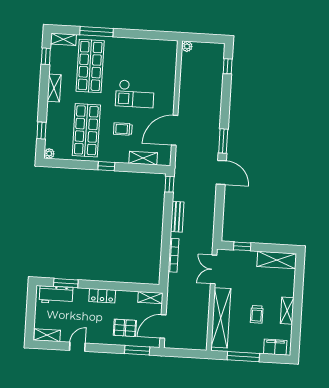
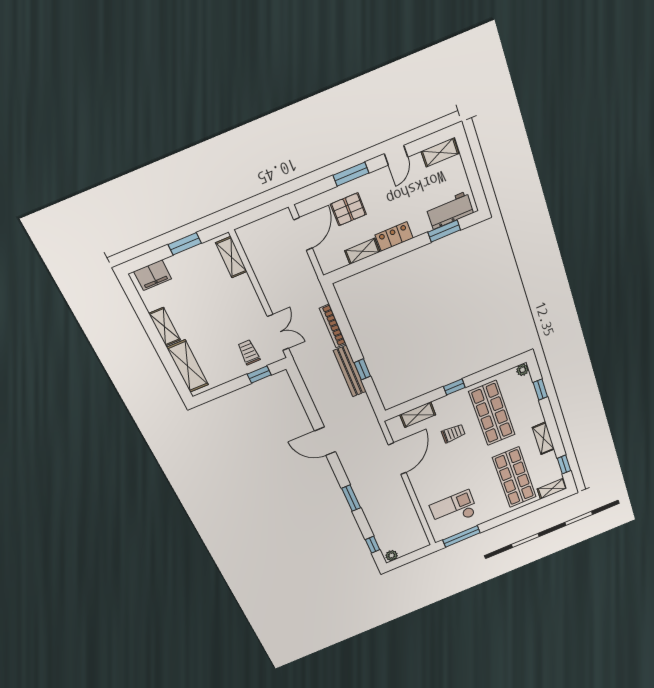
window: (96, 32) -> (461, 536), moved
plant: (187, 46) -> (392, 556), moved
checkout: (135, 94) -> (454, 510), moved
window: (223, 141) -> (351, 498), moved
window: (169, 184) -> (362, 369), moved
bench: (177, 217) -> (350, 371), width x1.36
shelving: (277, 260) -> (188, 366), moved, turned 90
shelving: (150, 298) -> (362, 251), moved
trolley: (257, 314) -> (249, 352), moved
shelving: (221, 318) -> (231, 257), width x0.45, depth x0.75
window: (137, 350) -> (351, 174), moved
window: (243, 357) -> (185, 244), width x0.69

